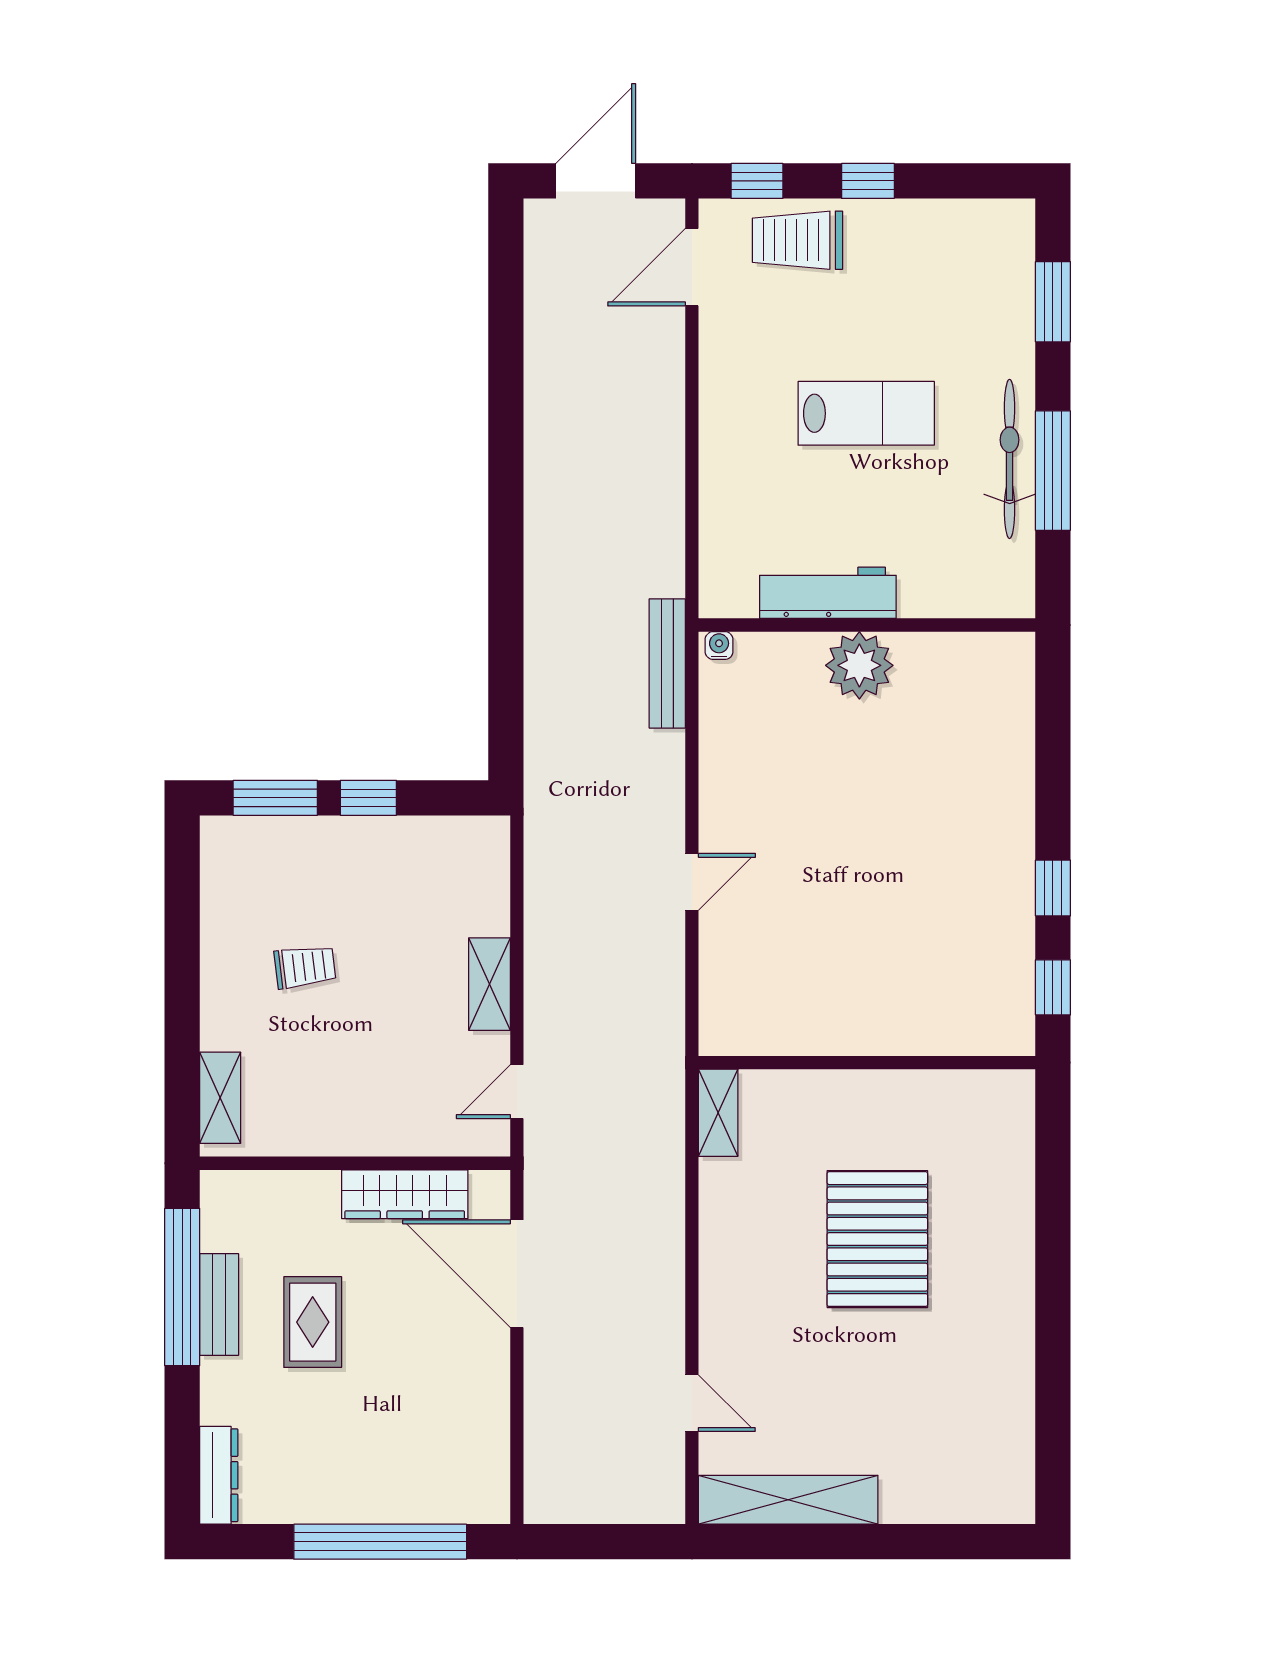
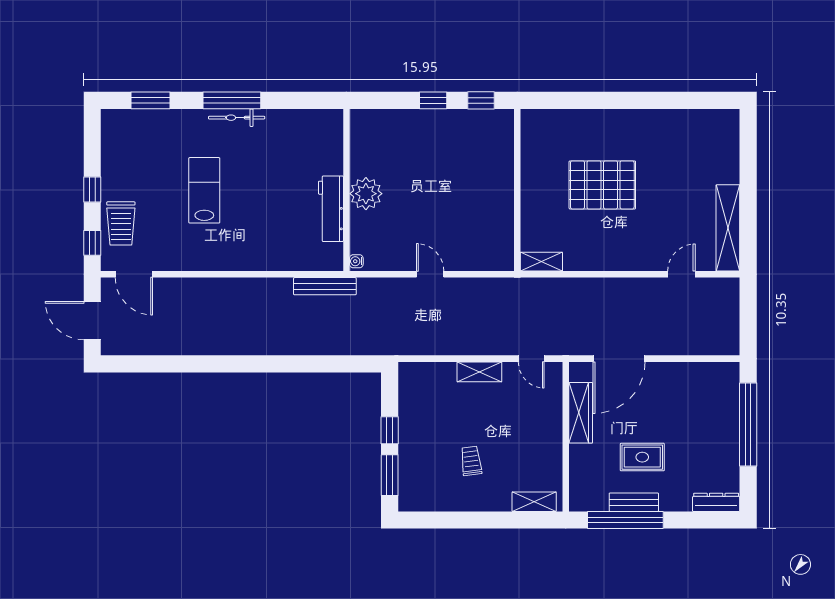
bicycle: (1010, 459) -> (237, 118), width x0.73, depth x0.71
workbench: (828, 593) -> (331, 209), moved
wall: (867, 625) -> (346, 190), moved
water cooler: (719, 646) -> (356, 261), moved
plant: (859, 665) -> (366, 194), moved

